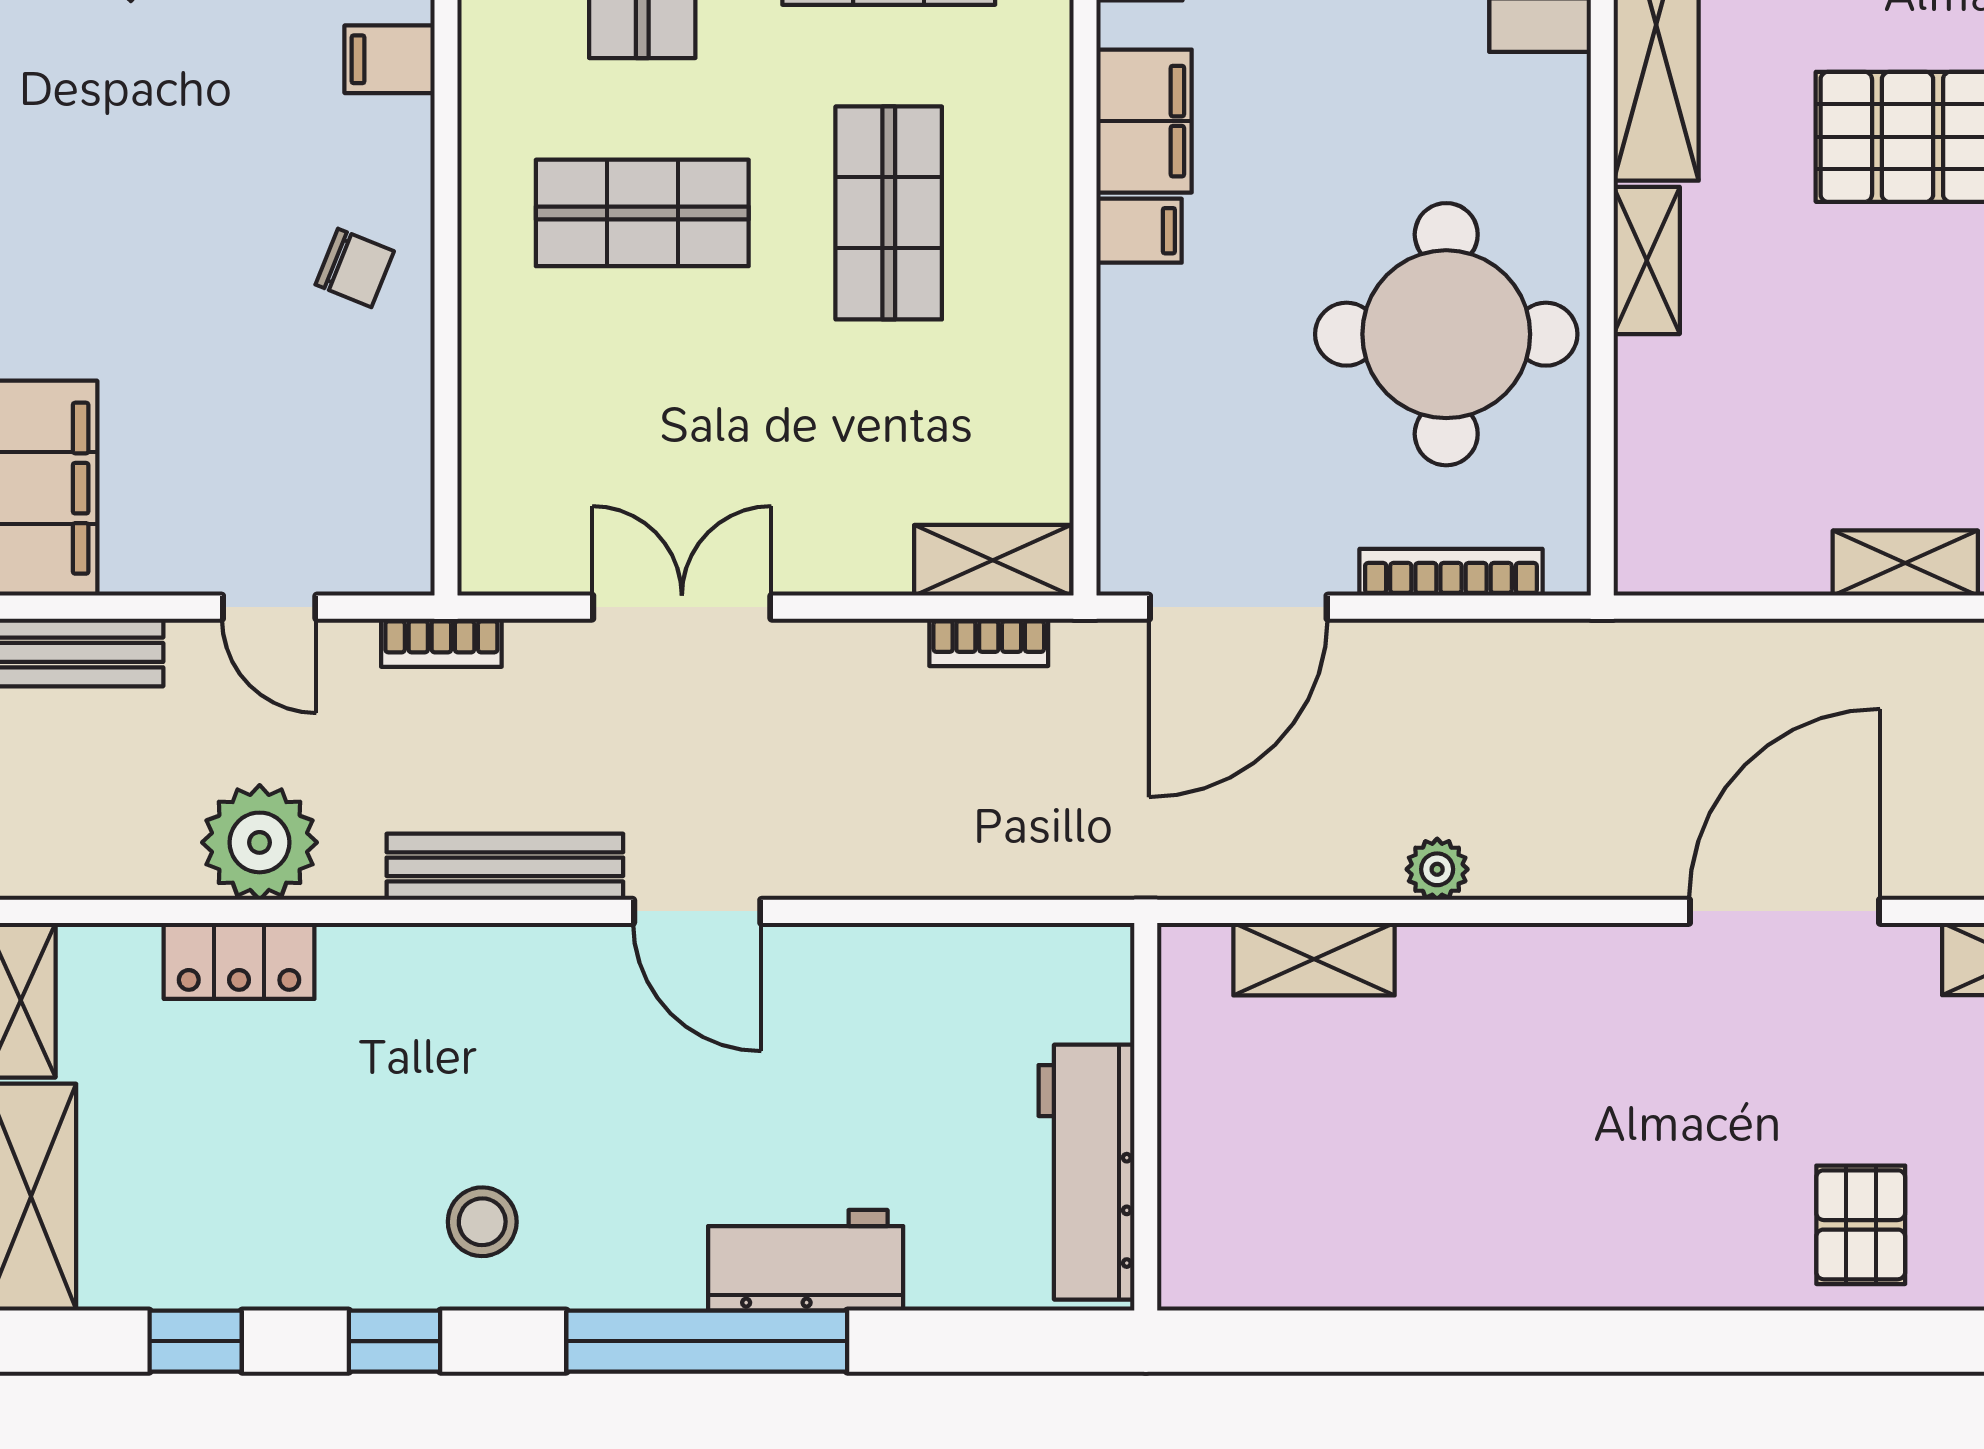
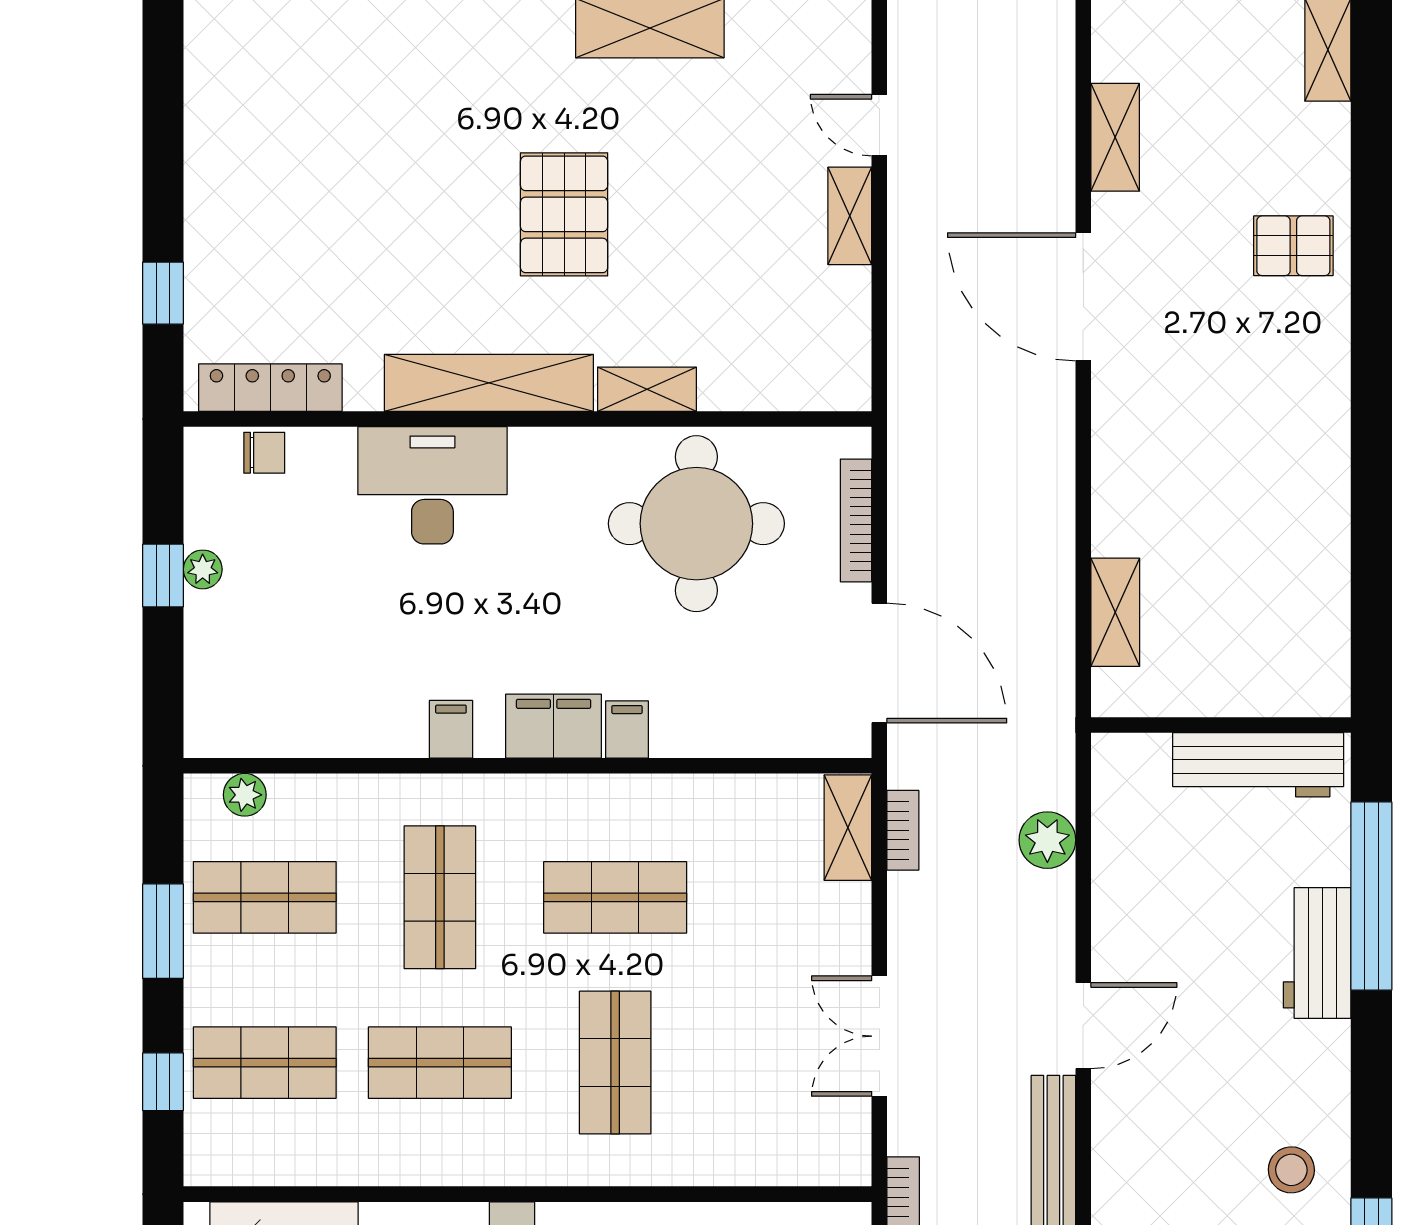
plant: (1437, 869) -> (1047, 840), moved, width x1.38, depth x1.38
window: (707, 1341) -> (1371, 896), moved

